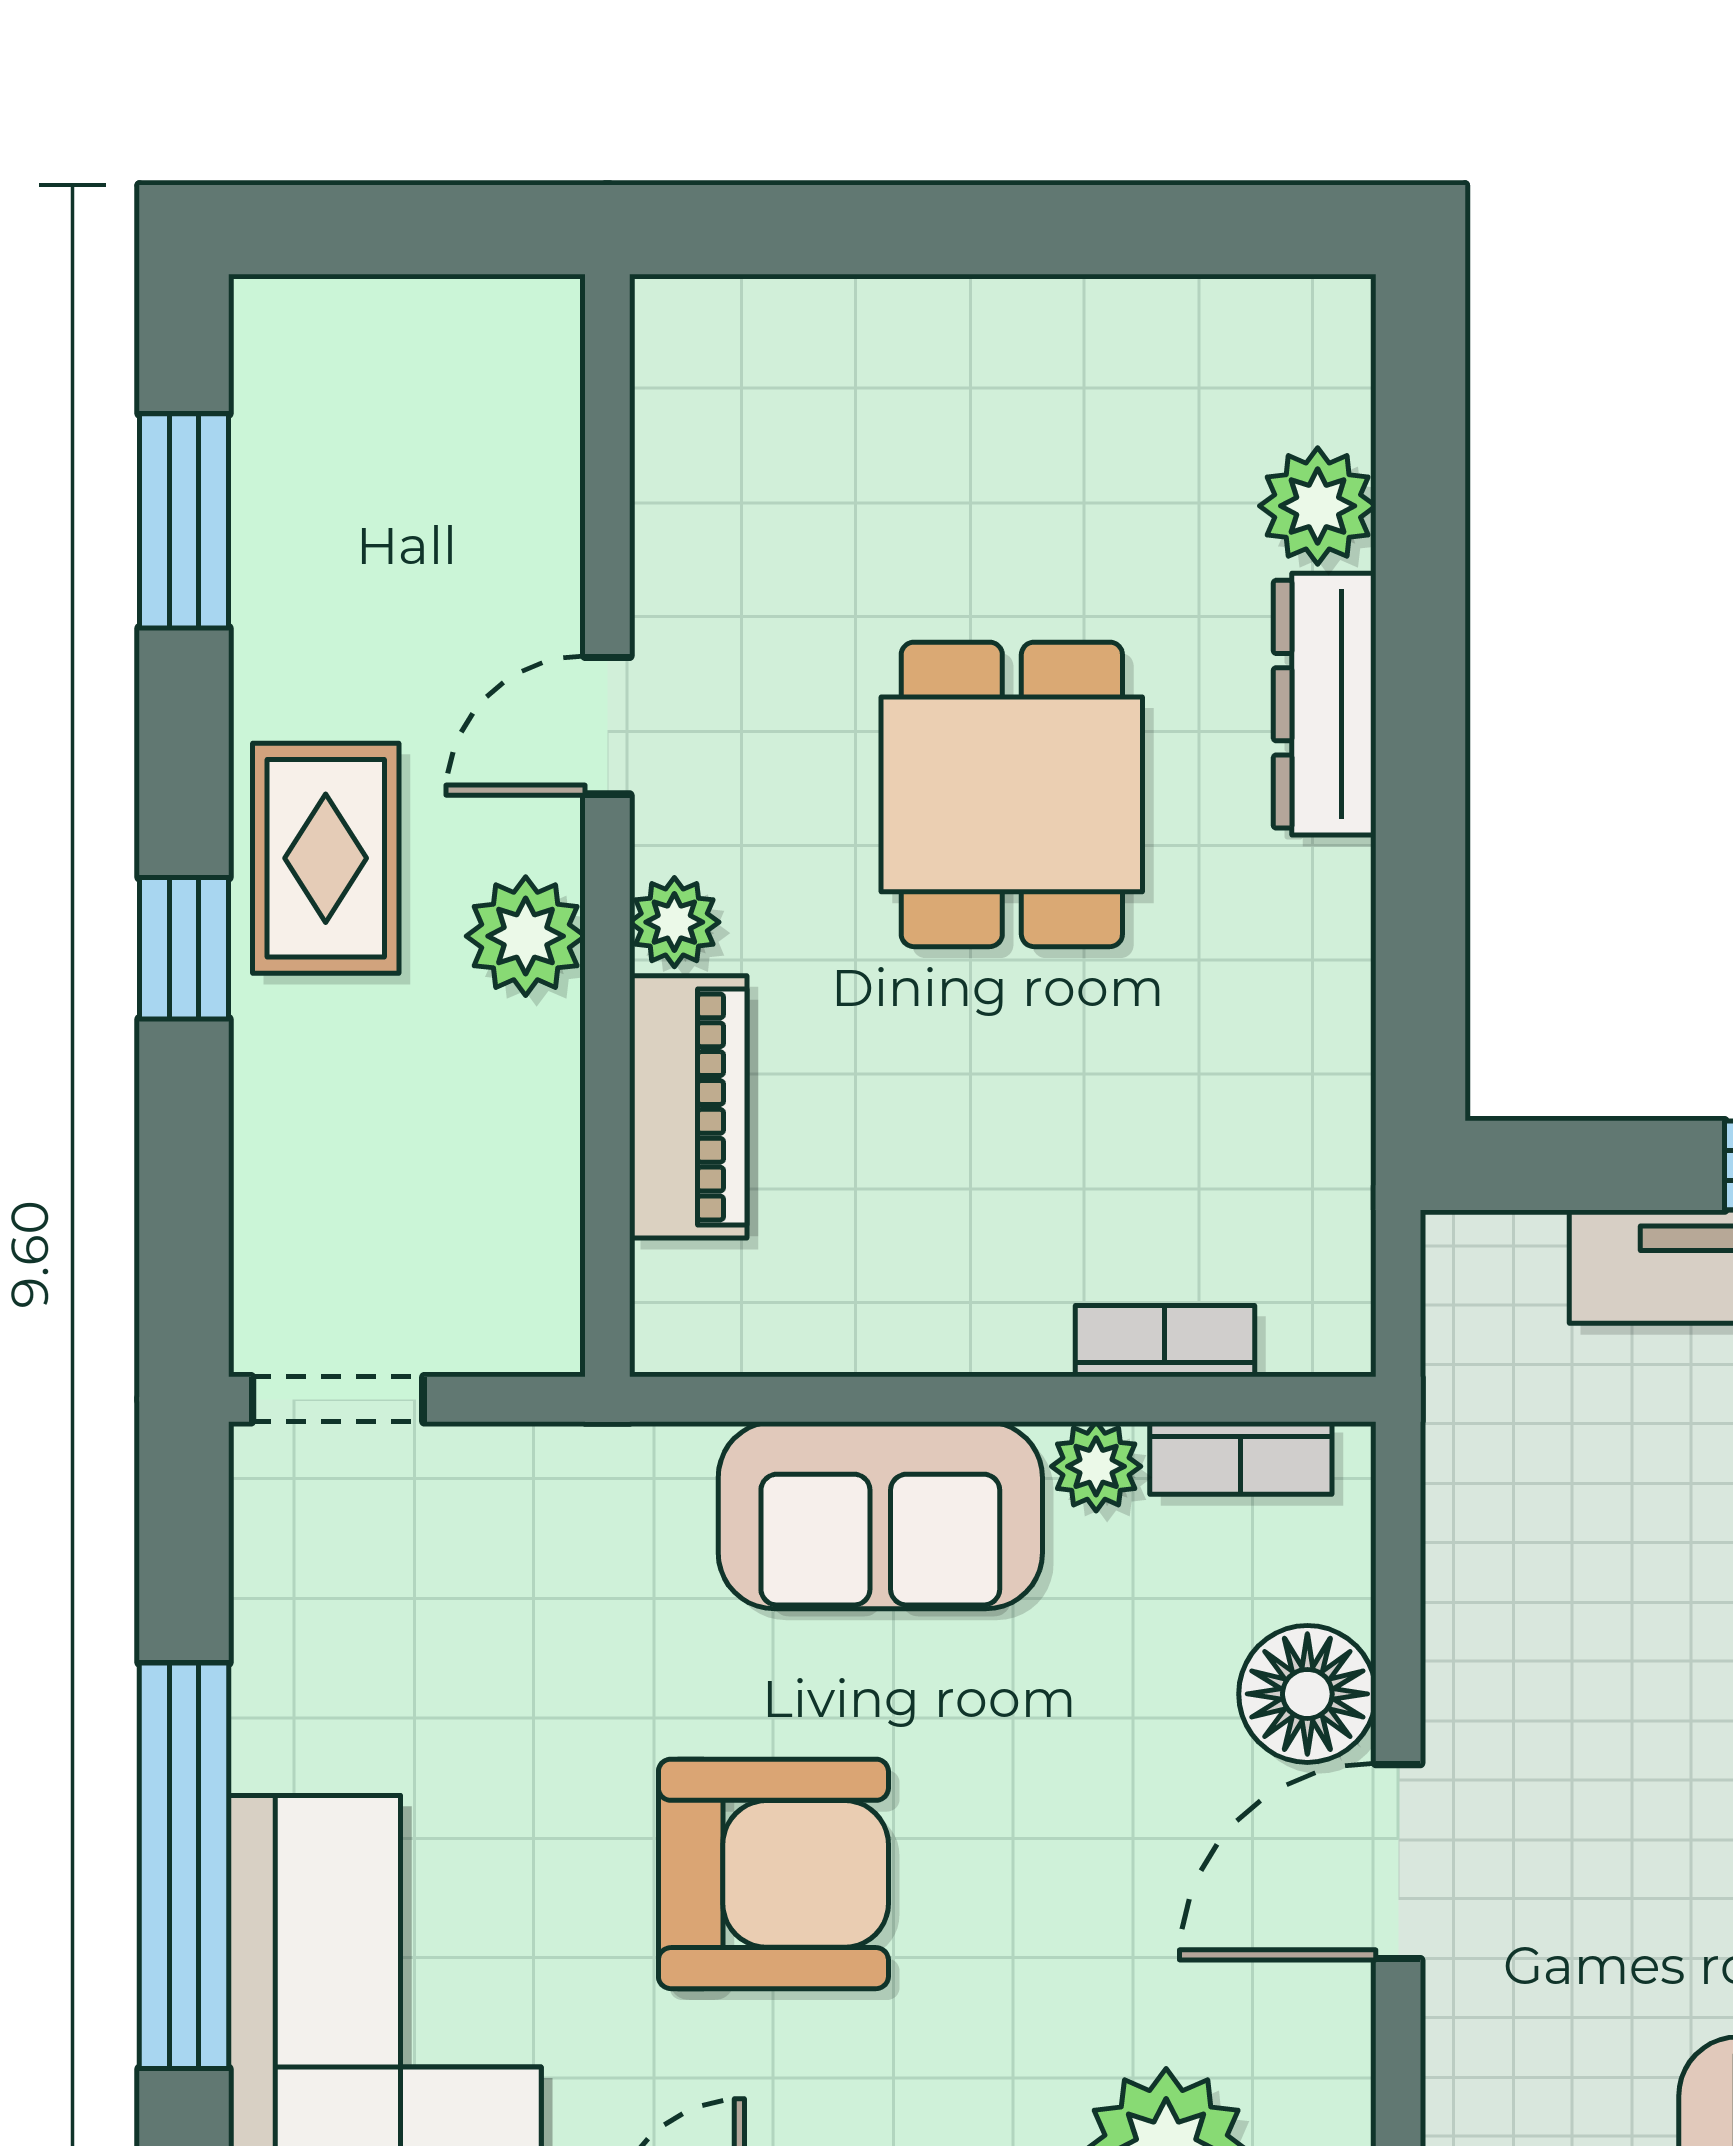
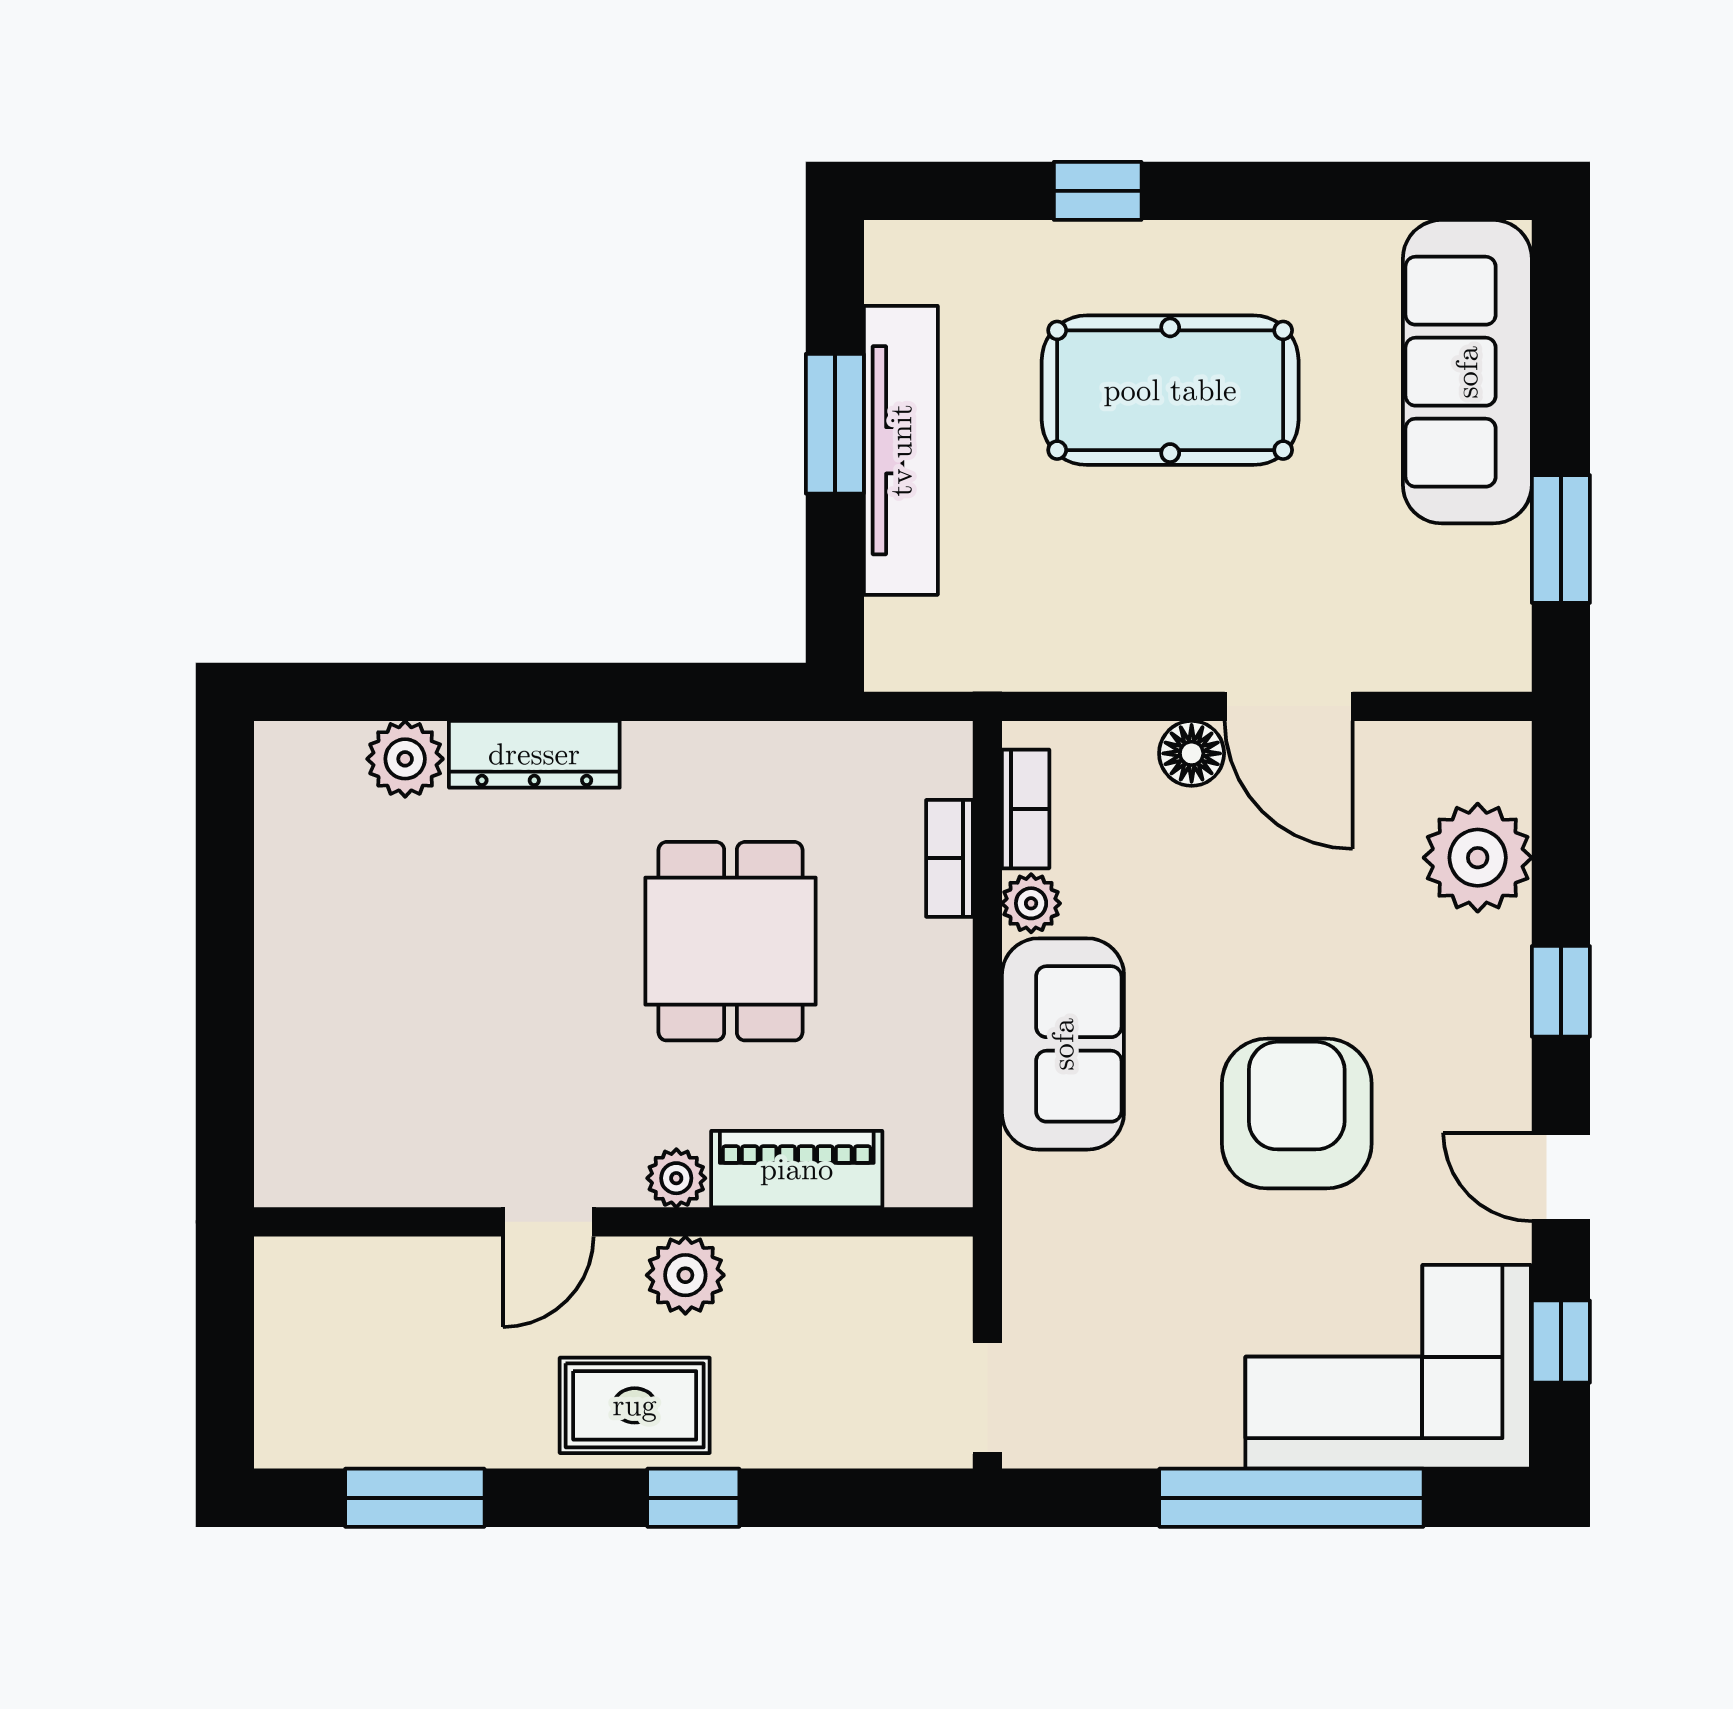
door: (607, 726) -> (548, 1222), hinge flipped
dining table: (1012, 794) -> (730, 941), moved, turned 90
floor lamp: (1307, 1694) -> (1192, 753), width x0.73, depth x0.73

